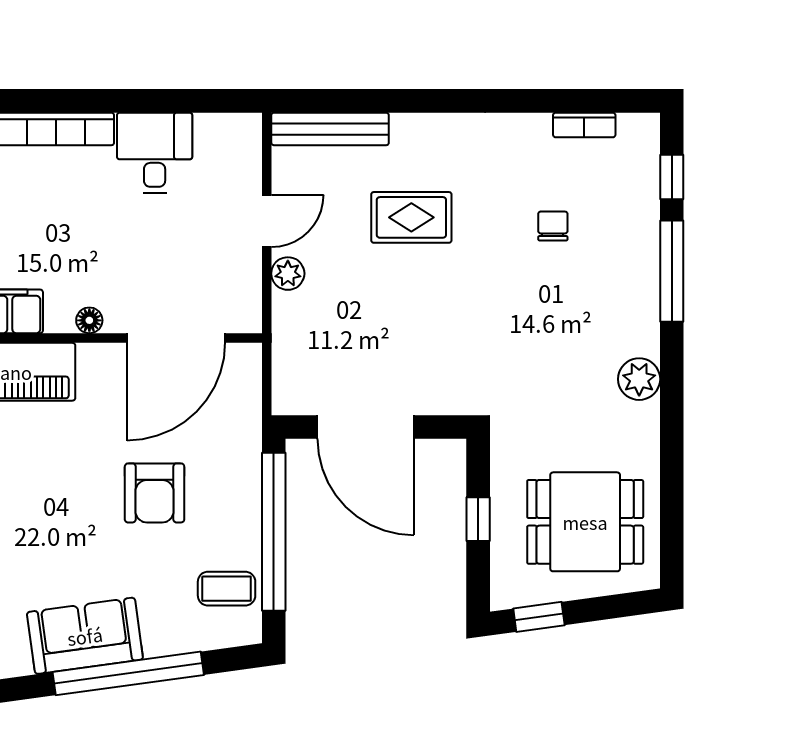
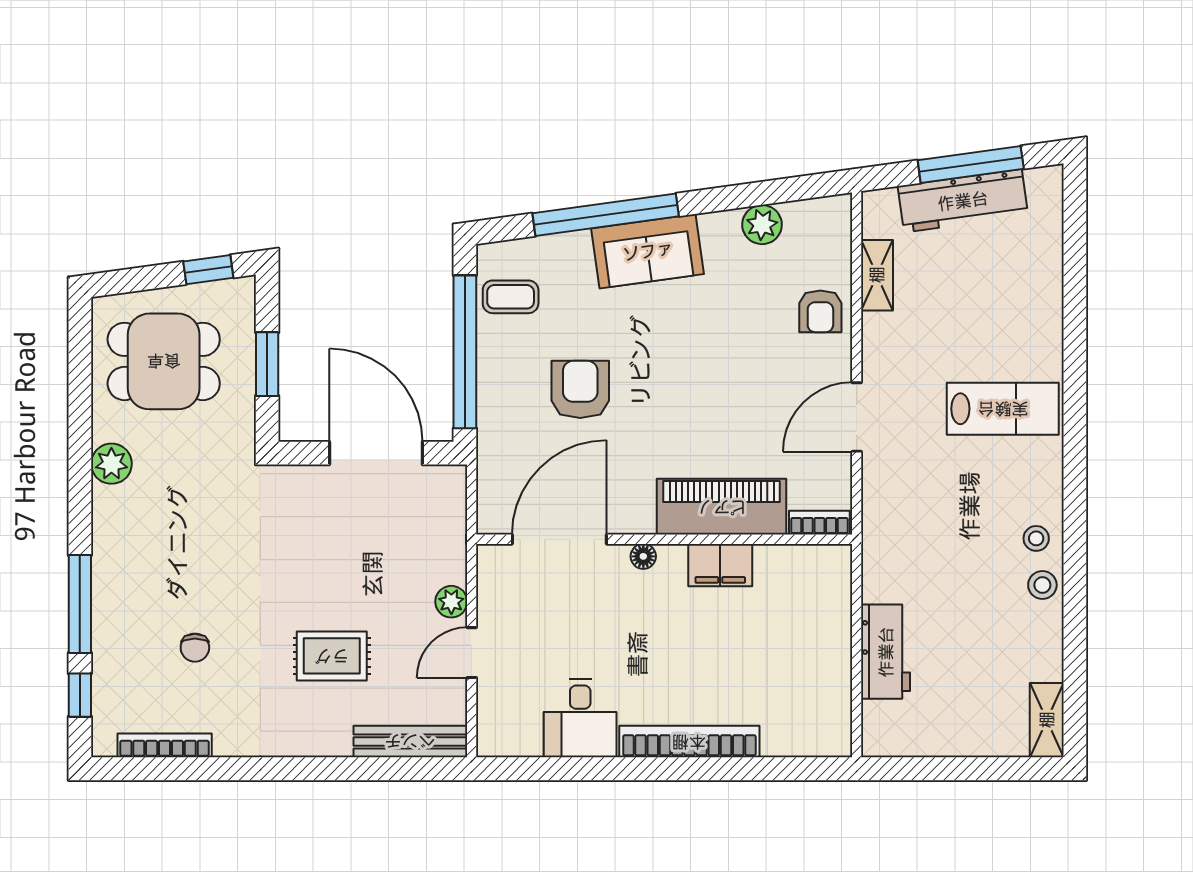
bookcase: (584, 125) -> (165, 745), width x1.56
plant: (639, 379) -> (111, 464), moved
window: (478, 519) -> (267, 364), width x1.50

